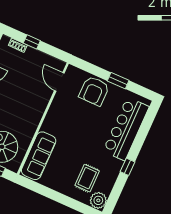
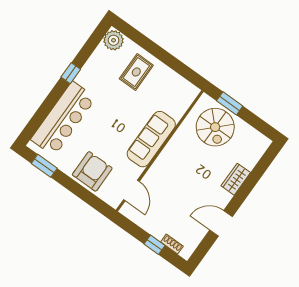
window: (118, 81) -> (44, 166), moved
sofa: (39, 156) -> (151, 139), moved
rug: (87, 178) -> (136, 72), moved

